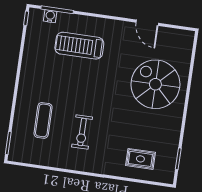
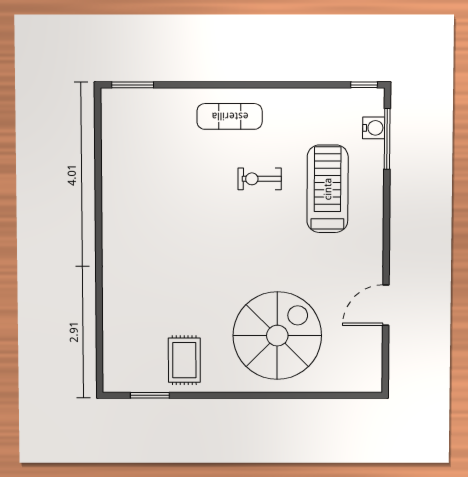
exercise mat: (43, 120) -> (230, 116), moved
exercise bike: (82, 132) -> (260, 179), moved, width x0.73, depth x0.72
rug: (140, 159) -> (184, 360), moved

